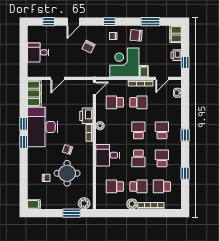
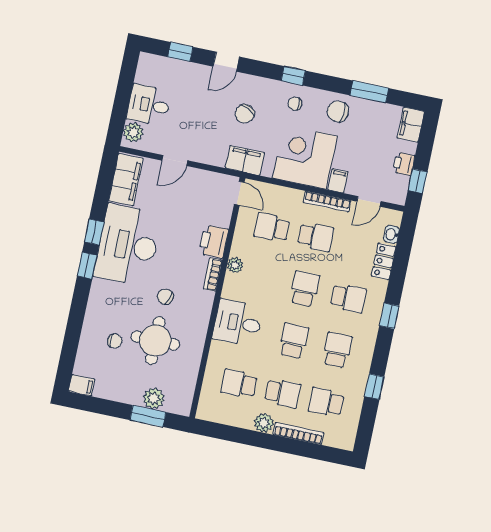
plant: (33, 68) -> (133, 132), added
filing cabinet: (94, 71) -> (245, 160), added
door: (94, 88) -> (239, 193), hinge flipped
locker: (176, 108) -> (384, 261), added
school desk: (162, 130) -> (348, 298), turned 90
school desk: (138, 158) -> (294, 341), turned 180
plant: (84, 203) -> (154, 398), moved

